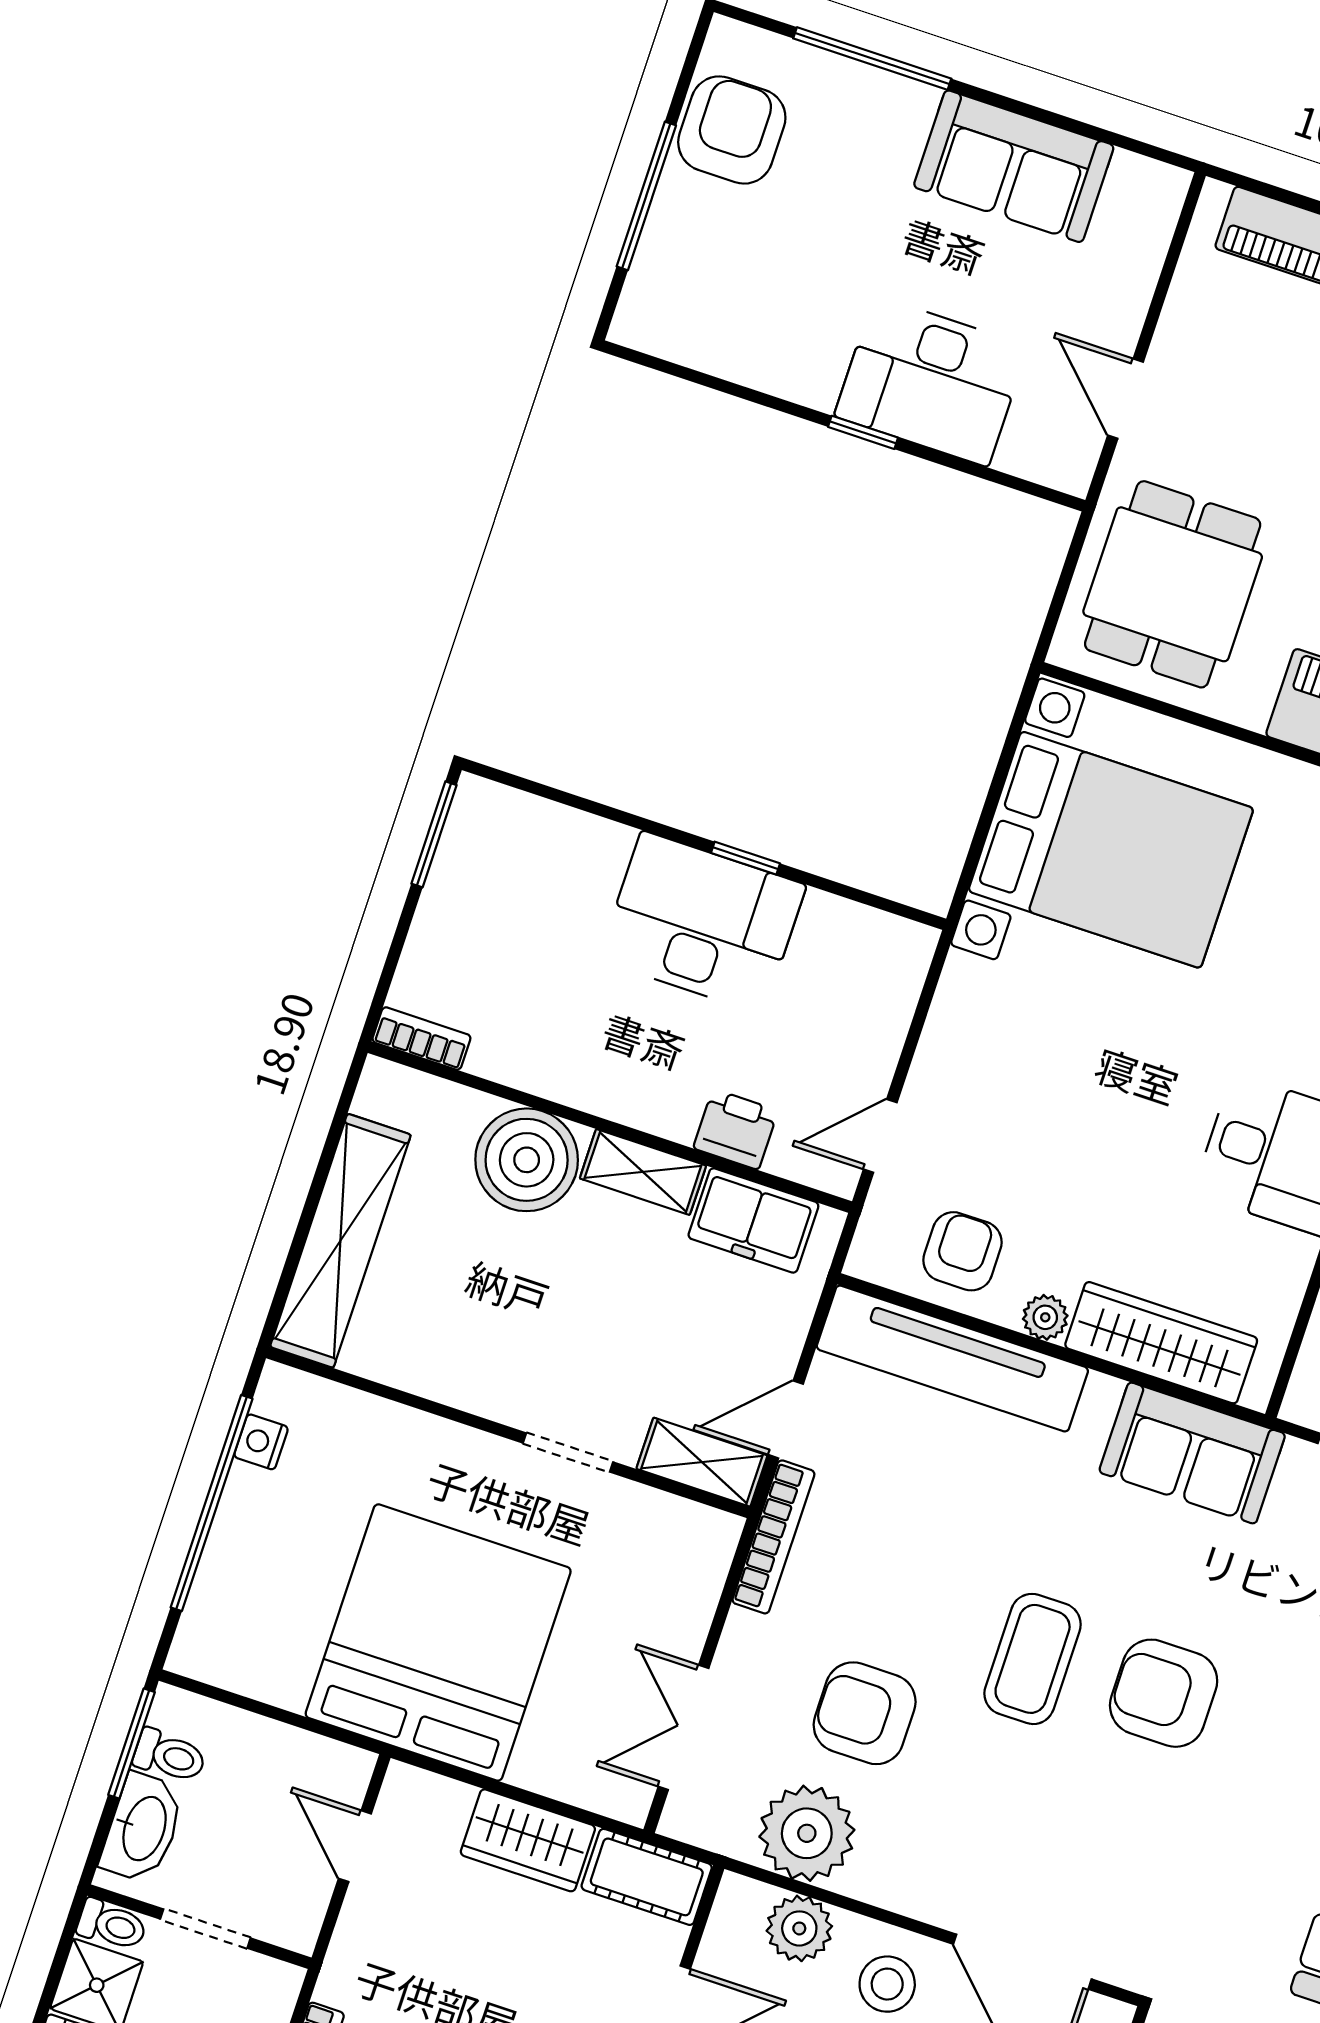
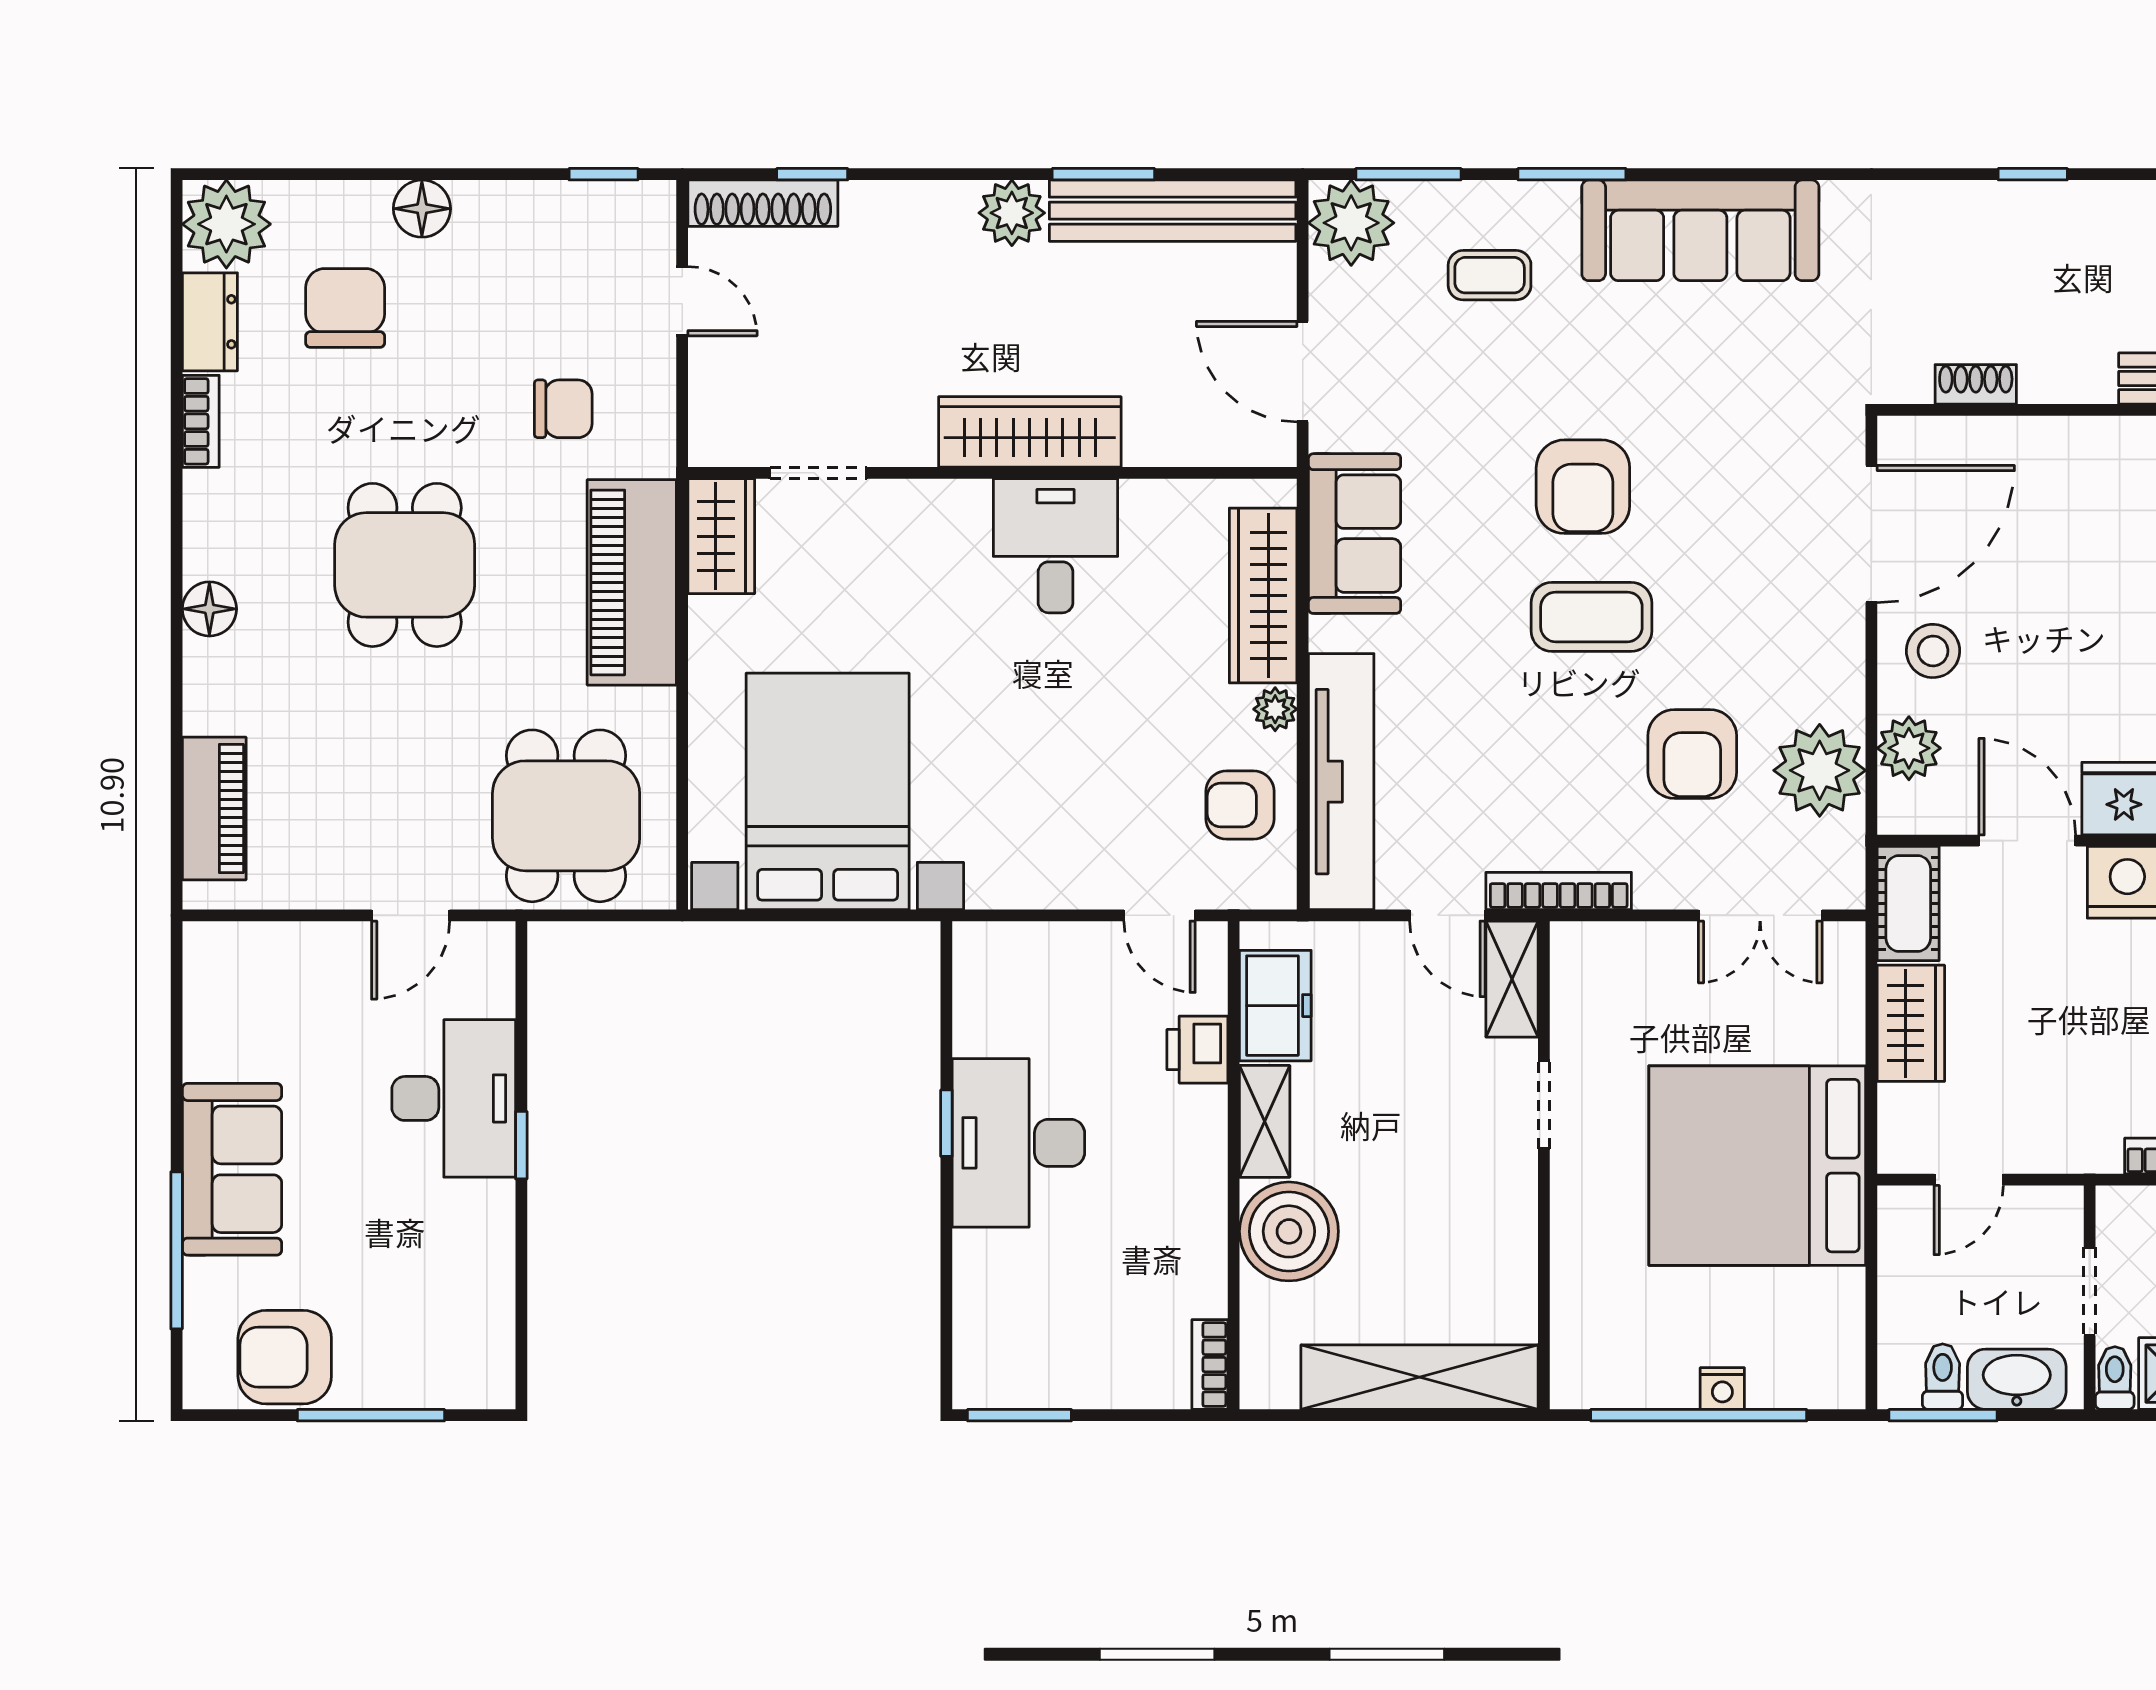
sofa: (1014, 166) -> (232, 1169), moved
dining table: (1173, 584) -> (566, 816), turned 90
nightstand: (261, 1442) -> (1722, 1389), moved

